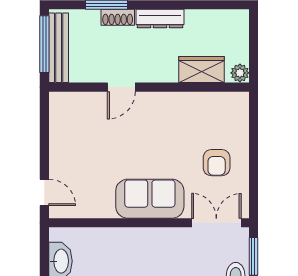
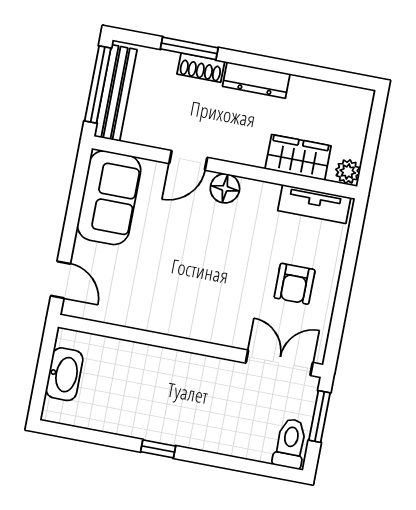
tv unit: (220, 101) -> (314, 204), added
floor lamp: (152, 102) -> (225, 188), added
sofa: (150, 199) -> (109, 198), moved, turned 90

